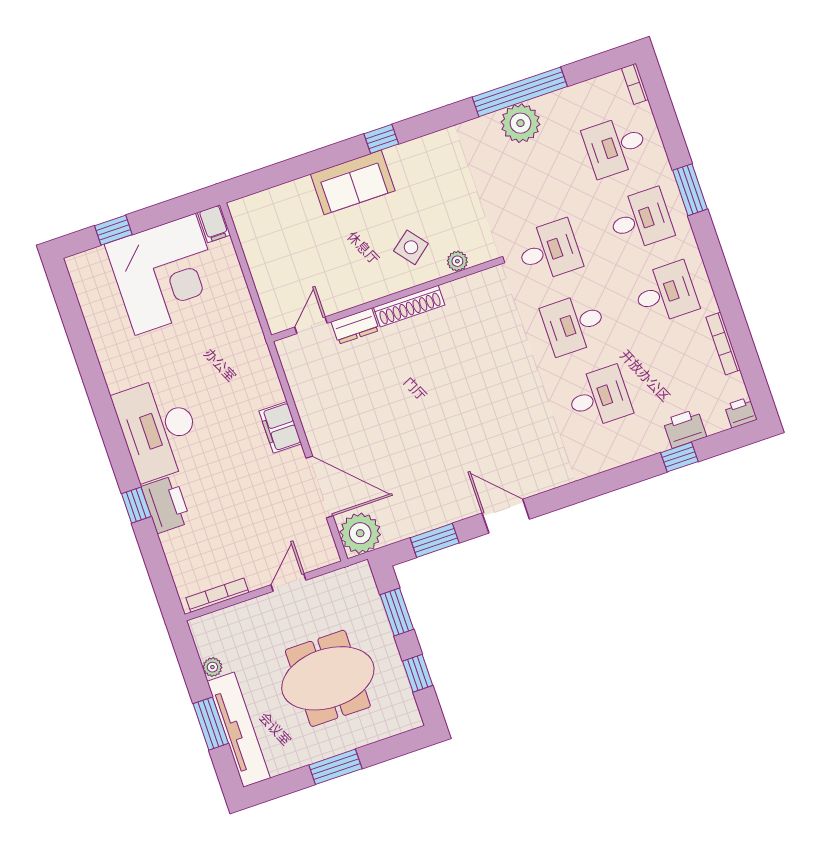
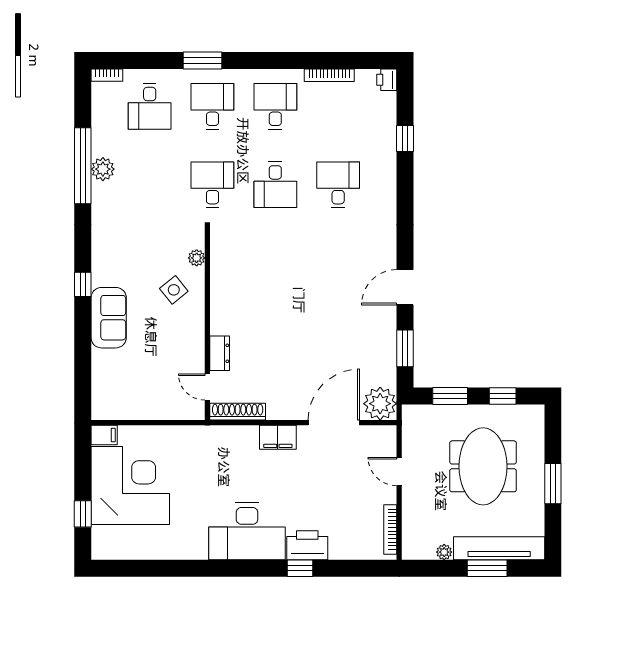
plant: (520, 123) -> (103, 169), width x0.73, depth x0.73
shoe rack: (409, 306) -> (238, 412), moved, turned -90
printer: (685, 428) -> (384, 127), removed

